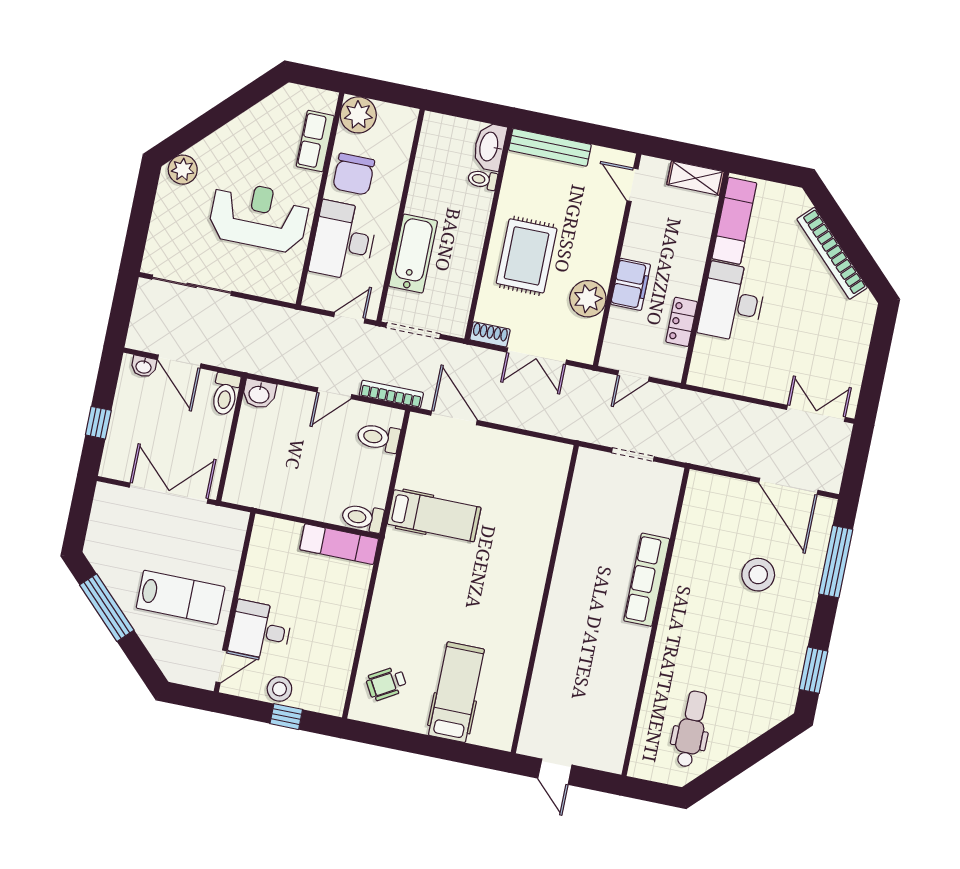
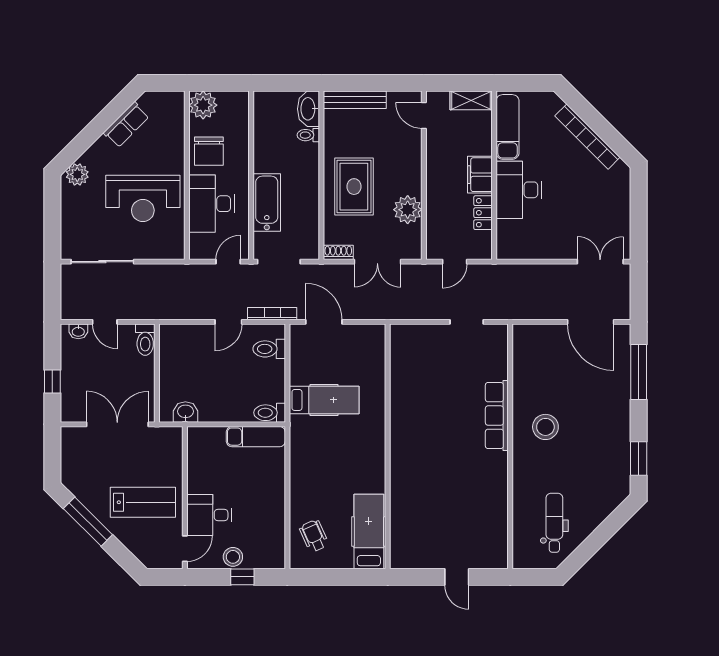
row of seats: (315, 141) -> (126, 125), moved, turned -135
reception desk: (259, 216) -> (143, 198), turned 180
filing cabinet: (631, 284) -> (480, 175), moved, turned 180
door: (179, 361) -> (105, 322), width x0.73
washbasin: (259, 394) -> (185, 412), moved, turned 180
stool: (758, 575) -> (545, 427), moved
wall: (545, 599) -> (388, 446), moved
wheelchair: (386, 683) -> (314, 536), turned 96

